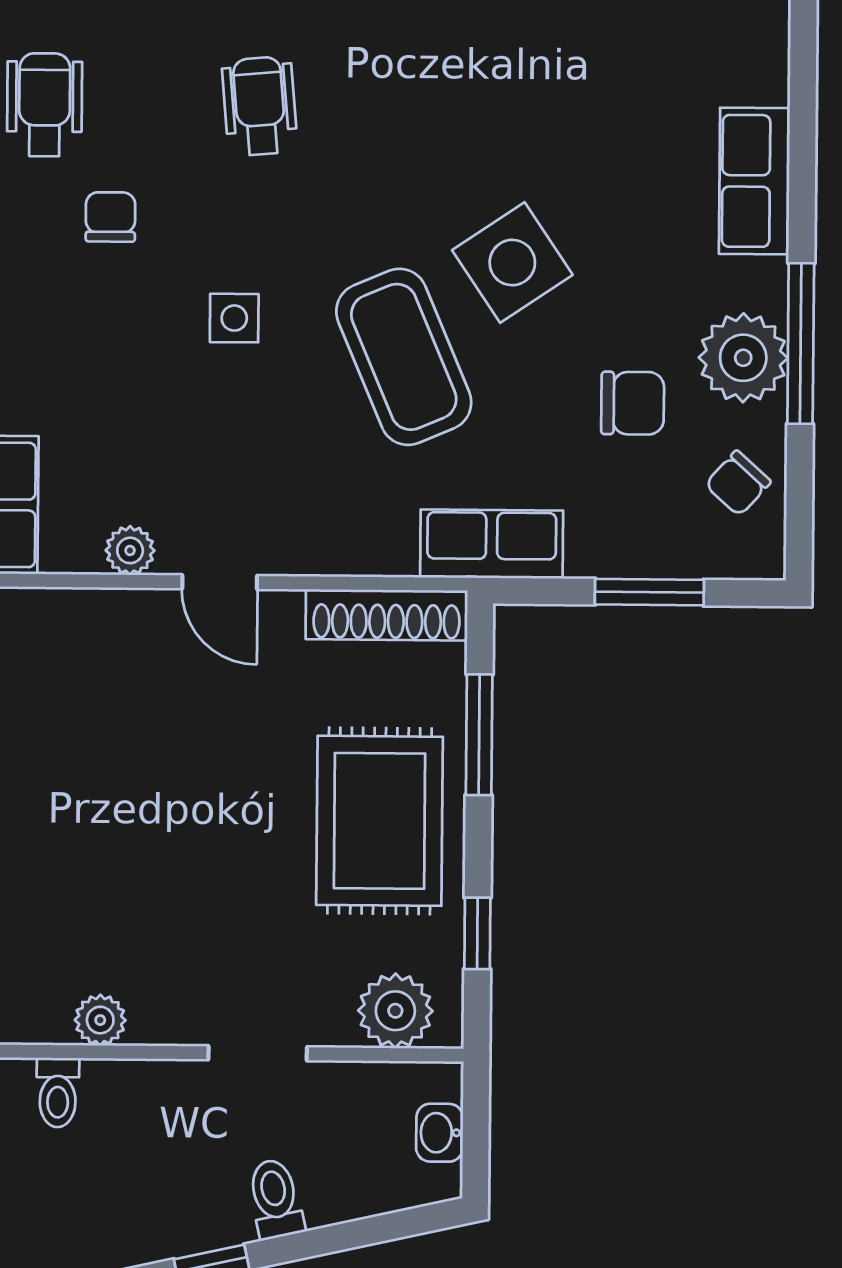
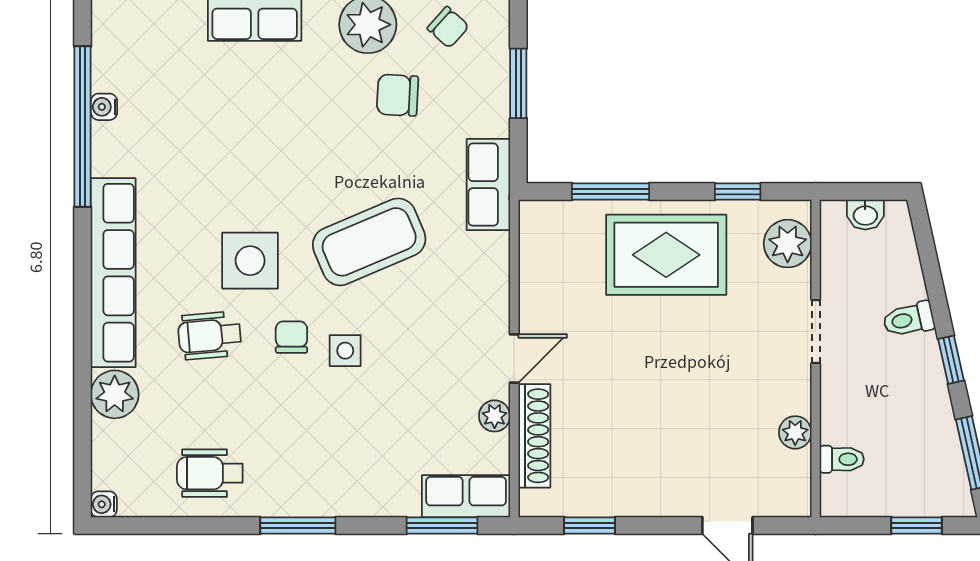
chair: (110, 217) -> (291, 337), moved, turned 90
side table: (512, 263) -> (250, 261), moved, turned 34
chair: (633, 403) -> (397, 95), turned -87
shoe rack: (387, 615) -> (534, 436), moved

